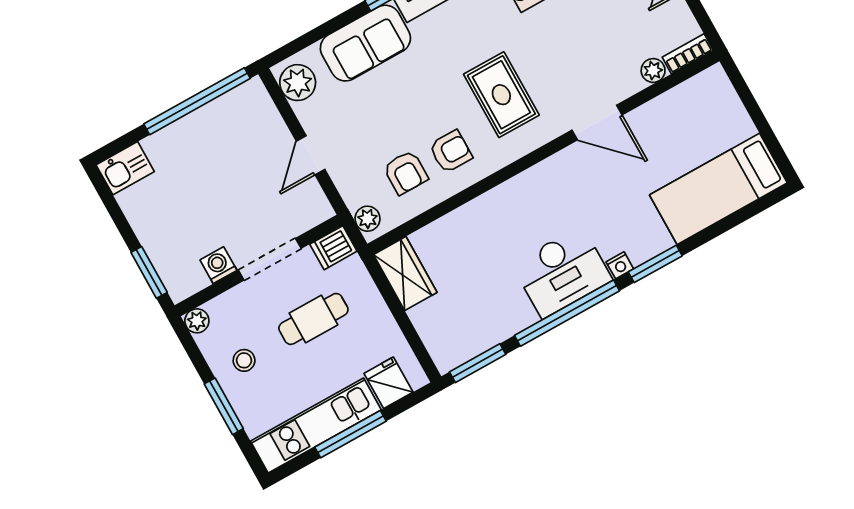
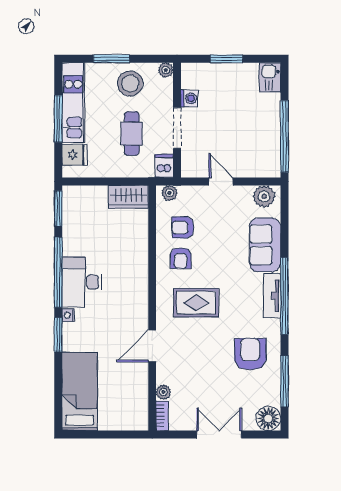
window: (149, 272) -> (226, 59), moved
stool: (244, 360) -> (130, 83), width x1.89, depth x1.89

